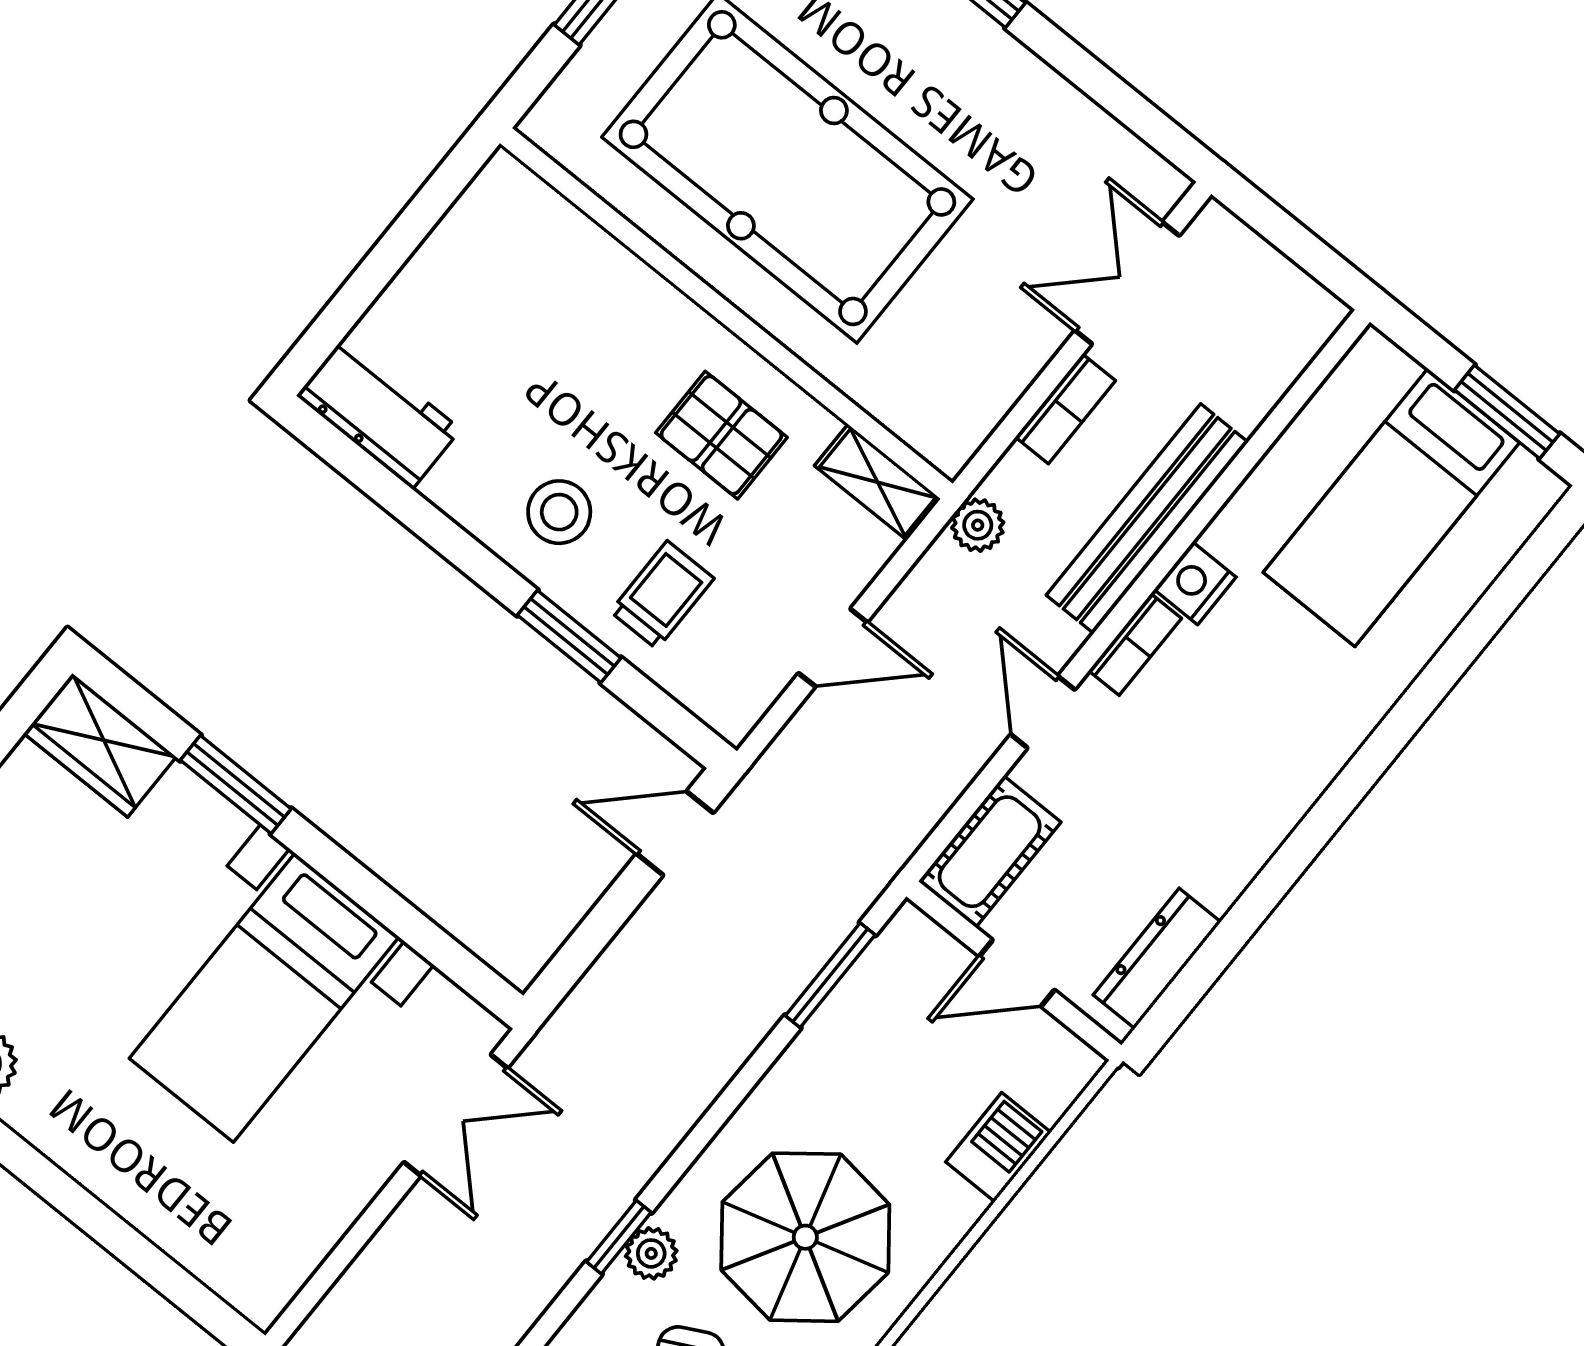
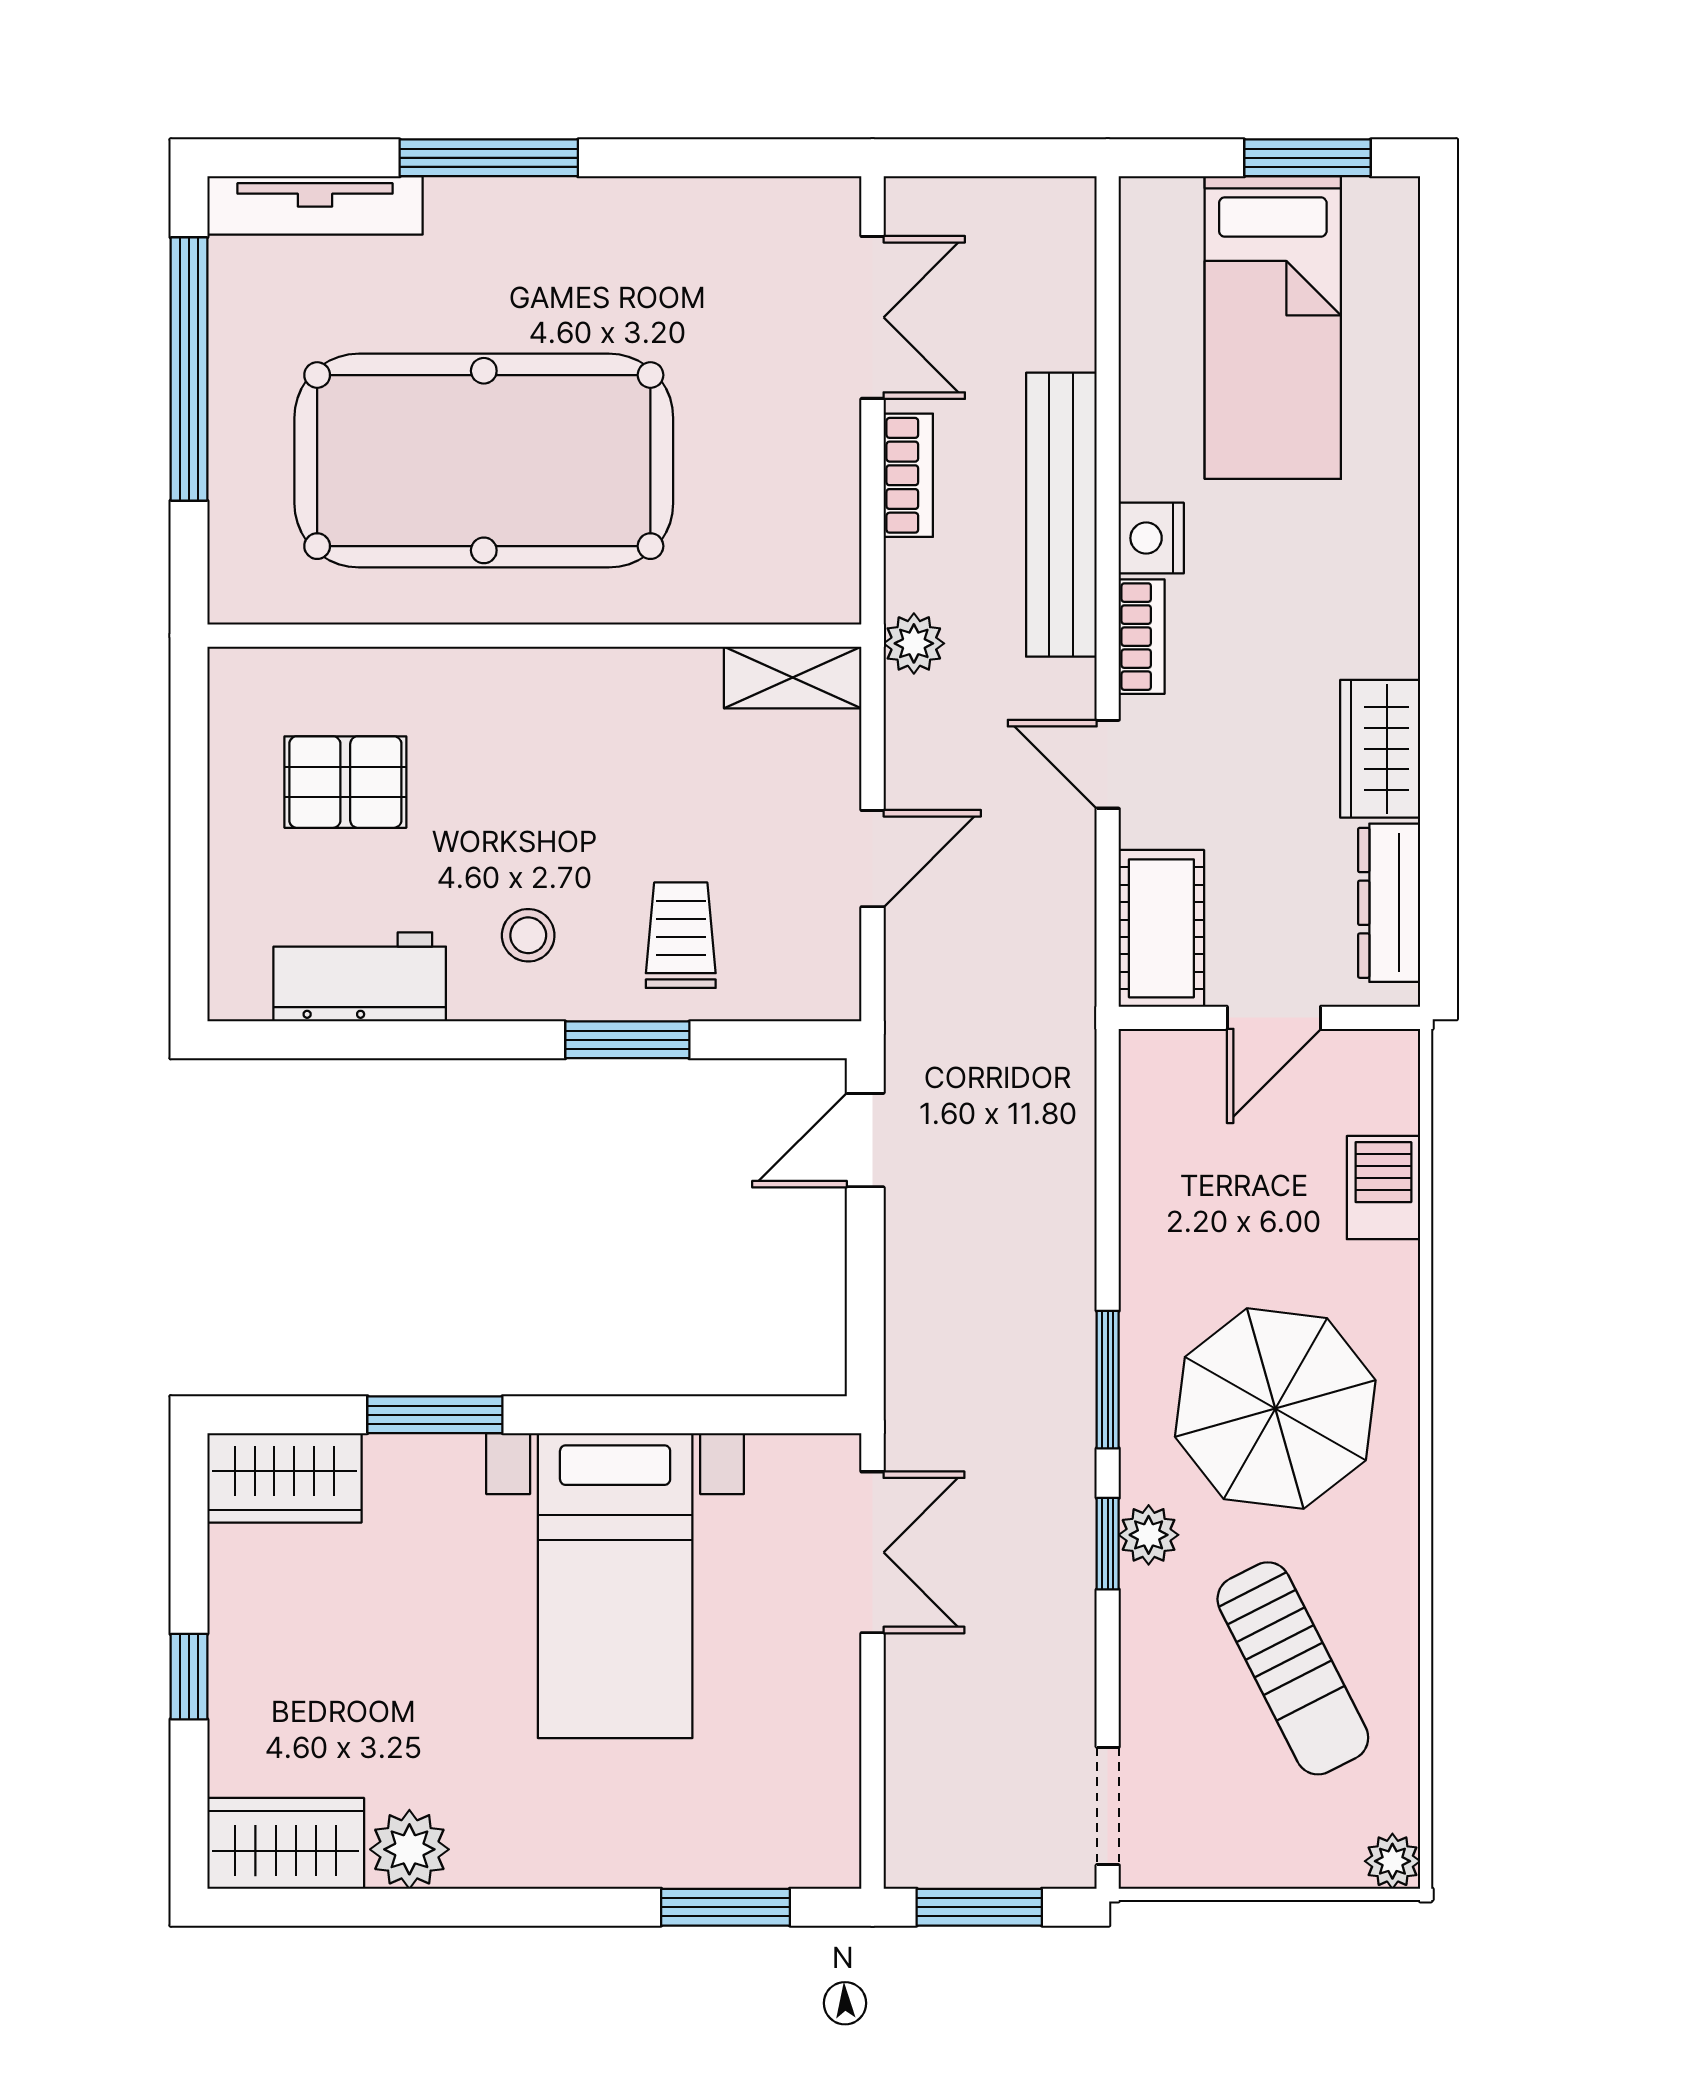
double door: (1127, 283) -> (873, 317), swing flipped
workbench: (378, 413) -> (360, 977), moved
pallet: (721, 435) -> (345, 782), moved
stool: (559, 512) -> (528, 935), width x0.73, depth x0.73
wardrobe: (1235, 850) -> (1380, 749), added
window: (830, 975) -> (1108, 1380), moved
window: (164, 1274) -> (726, 1907), added

